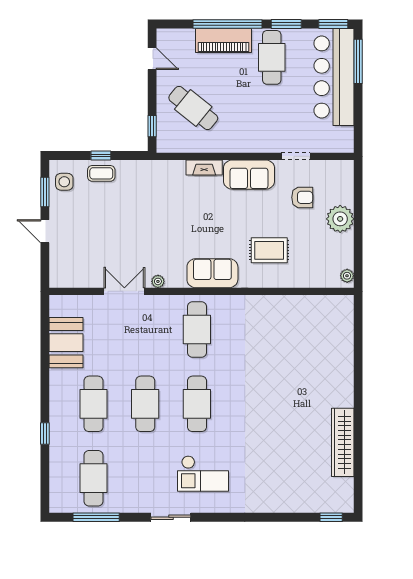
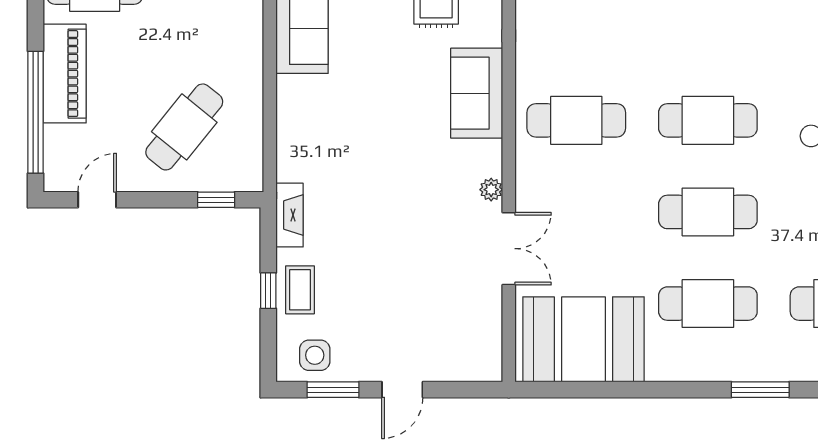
window: (227, 24) -> (36, 112), moved
fireplace: (204, 168) -> (290, 215), moved
double door: (124, 291) -> (509, 249), swing flipped
booth: (66, 343) -> (583, 339), width x1.36, depth x1.42
window: (45, 433) -> (760, 390), width x1.50

